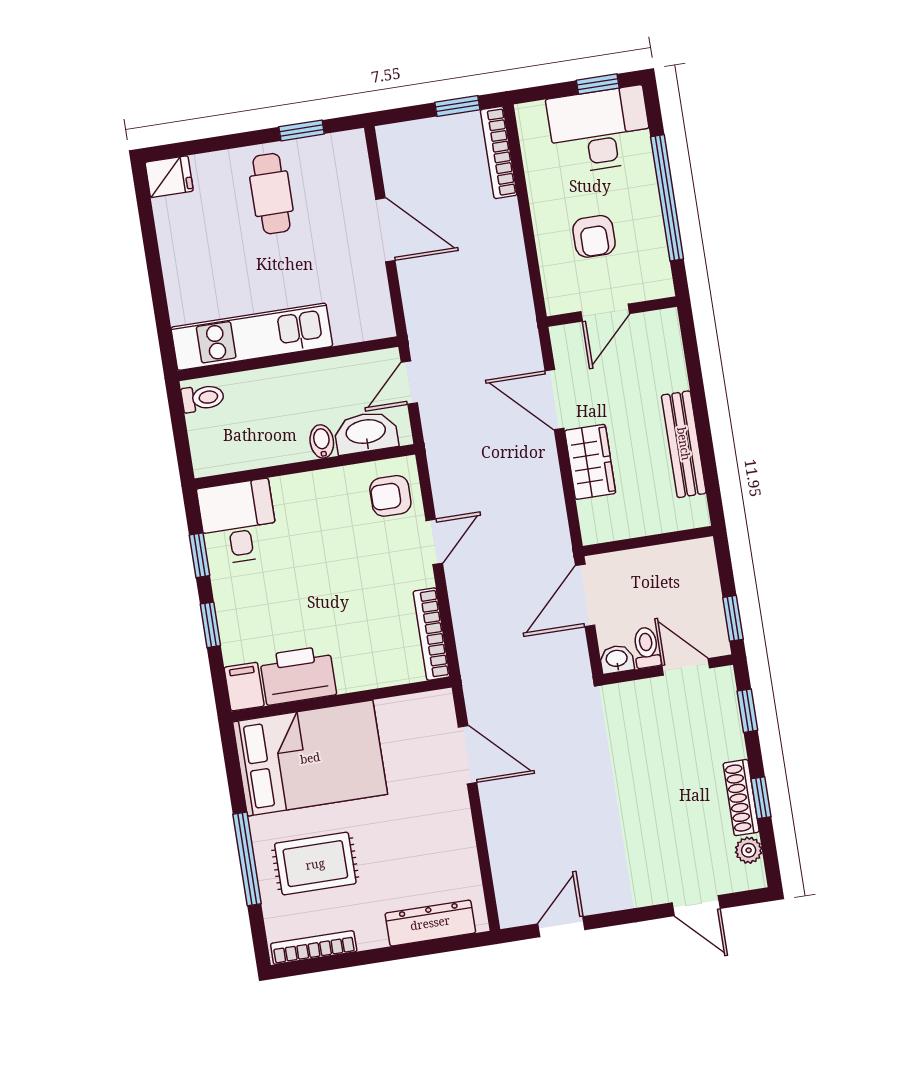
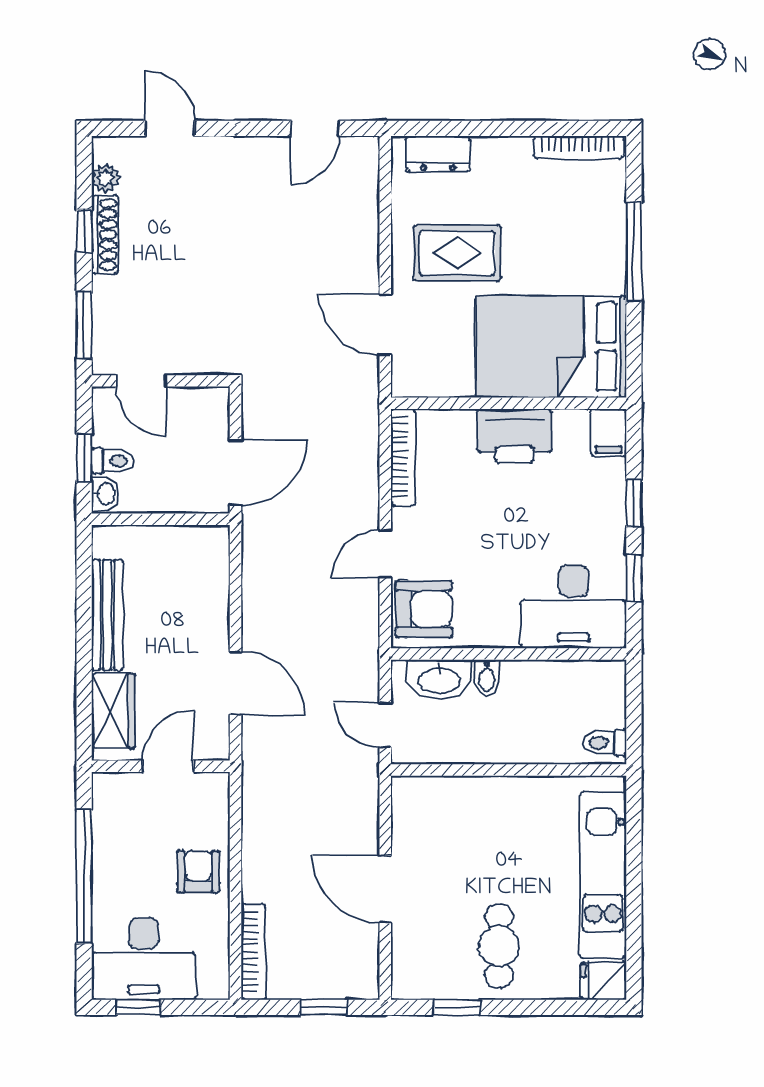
window: (457, 106) -> (324, 1007), moved
armchair: (594, 236) -> (198, 872), moved
kitchen unit: (252, 337) -> (603, 875), moved, turned 90
door: (409, 383) -> (385, 725), swing flipped
wardrobe: (590, 462) -> (113, 711), moved, turned 180
armchair: (390, 496) -> (424, 609), width x1.38, depth x1.38
desk: (238, 522) -> (573, 607), width x1.37
window: (733, 618) -> (84, 458), moved
toilet: (646, 647) -> (113, 461), moved, turned -90
washbasin: (617, 659) -> (105, 494), moved, turned -90
printer: (298, 675) -> (515, 436), moved
window: (747, 711) -> (84, 325), width x1.50
rug: (315, 864) -> (457, 253), moved
dresser: (430, 923) -> (438, 154), width x0.70

